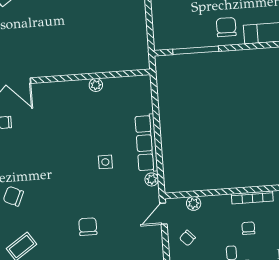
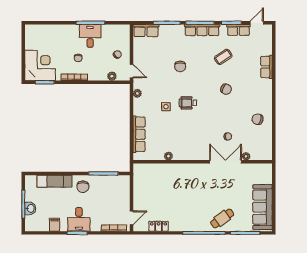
row of seats: (146, 143) -> (139, 134), moved
wheelchair: (71, 170) -> (188, 103), added
door: (163, 214) -> (132, 71), hinge flipped

